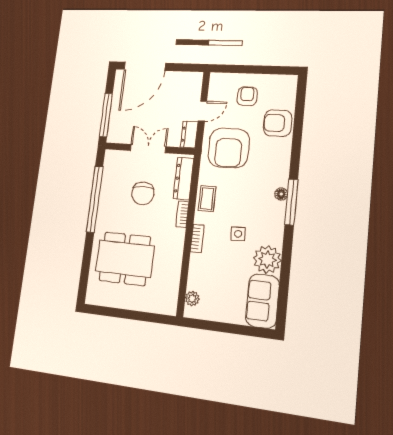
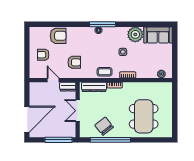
door: (145, 66) -> (27, 119), hinge flipped
armchair: (278, 123) -> (58, 36), turned -90
armchair: (229, 148) -> (74, 62), width x0.53, depth x0.53
chair: (143, 193) -> (104, 126), moved, turned -128

